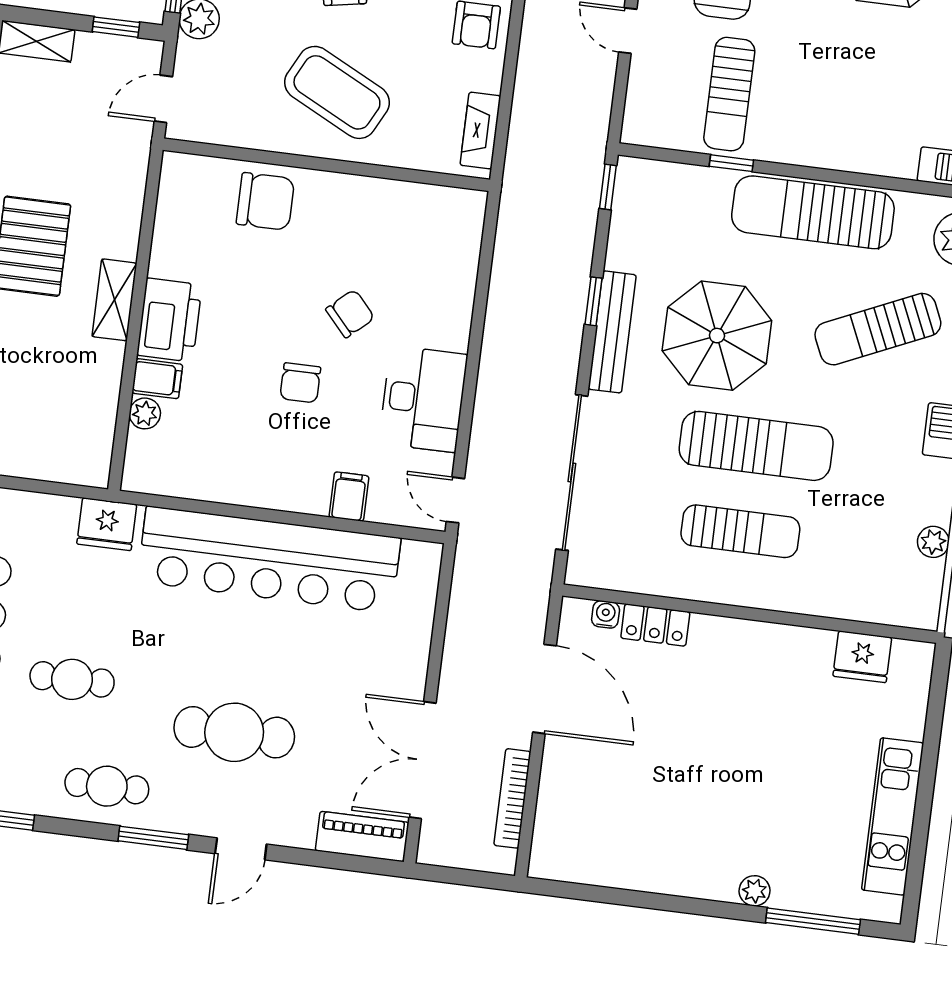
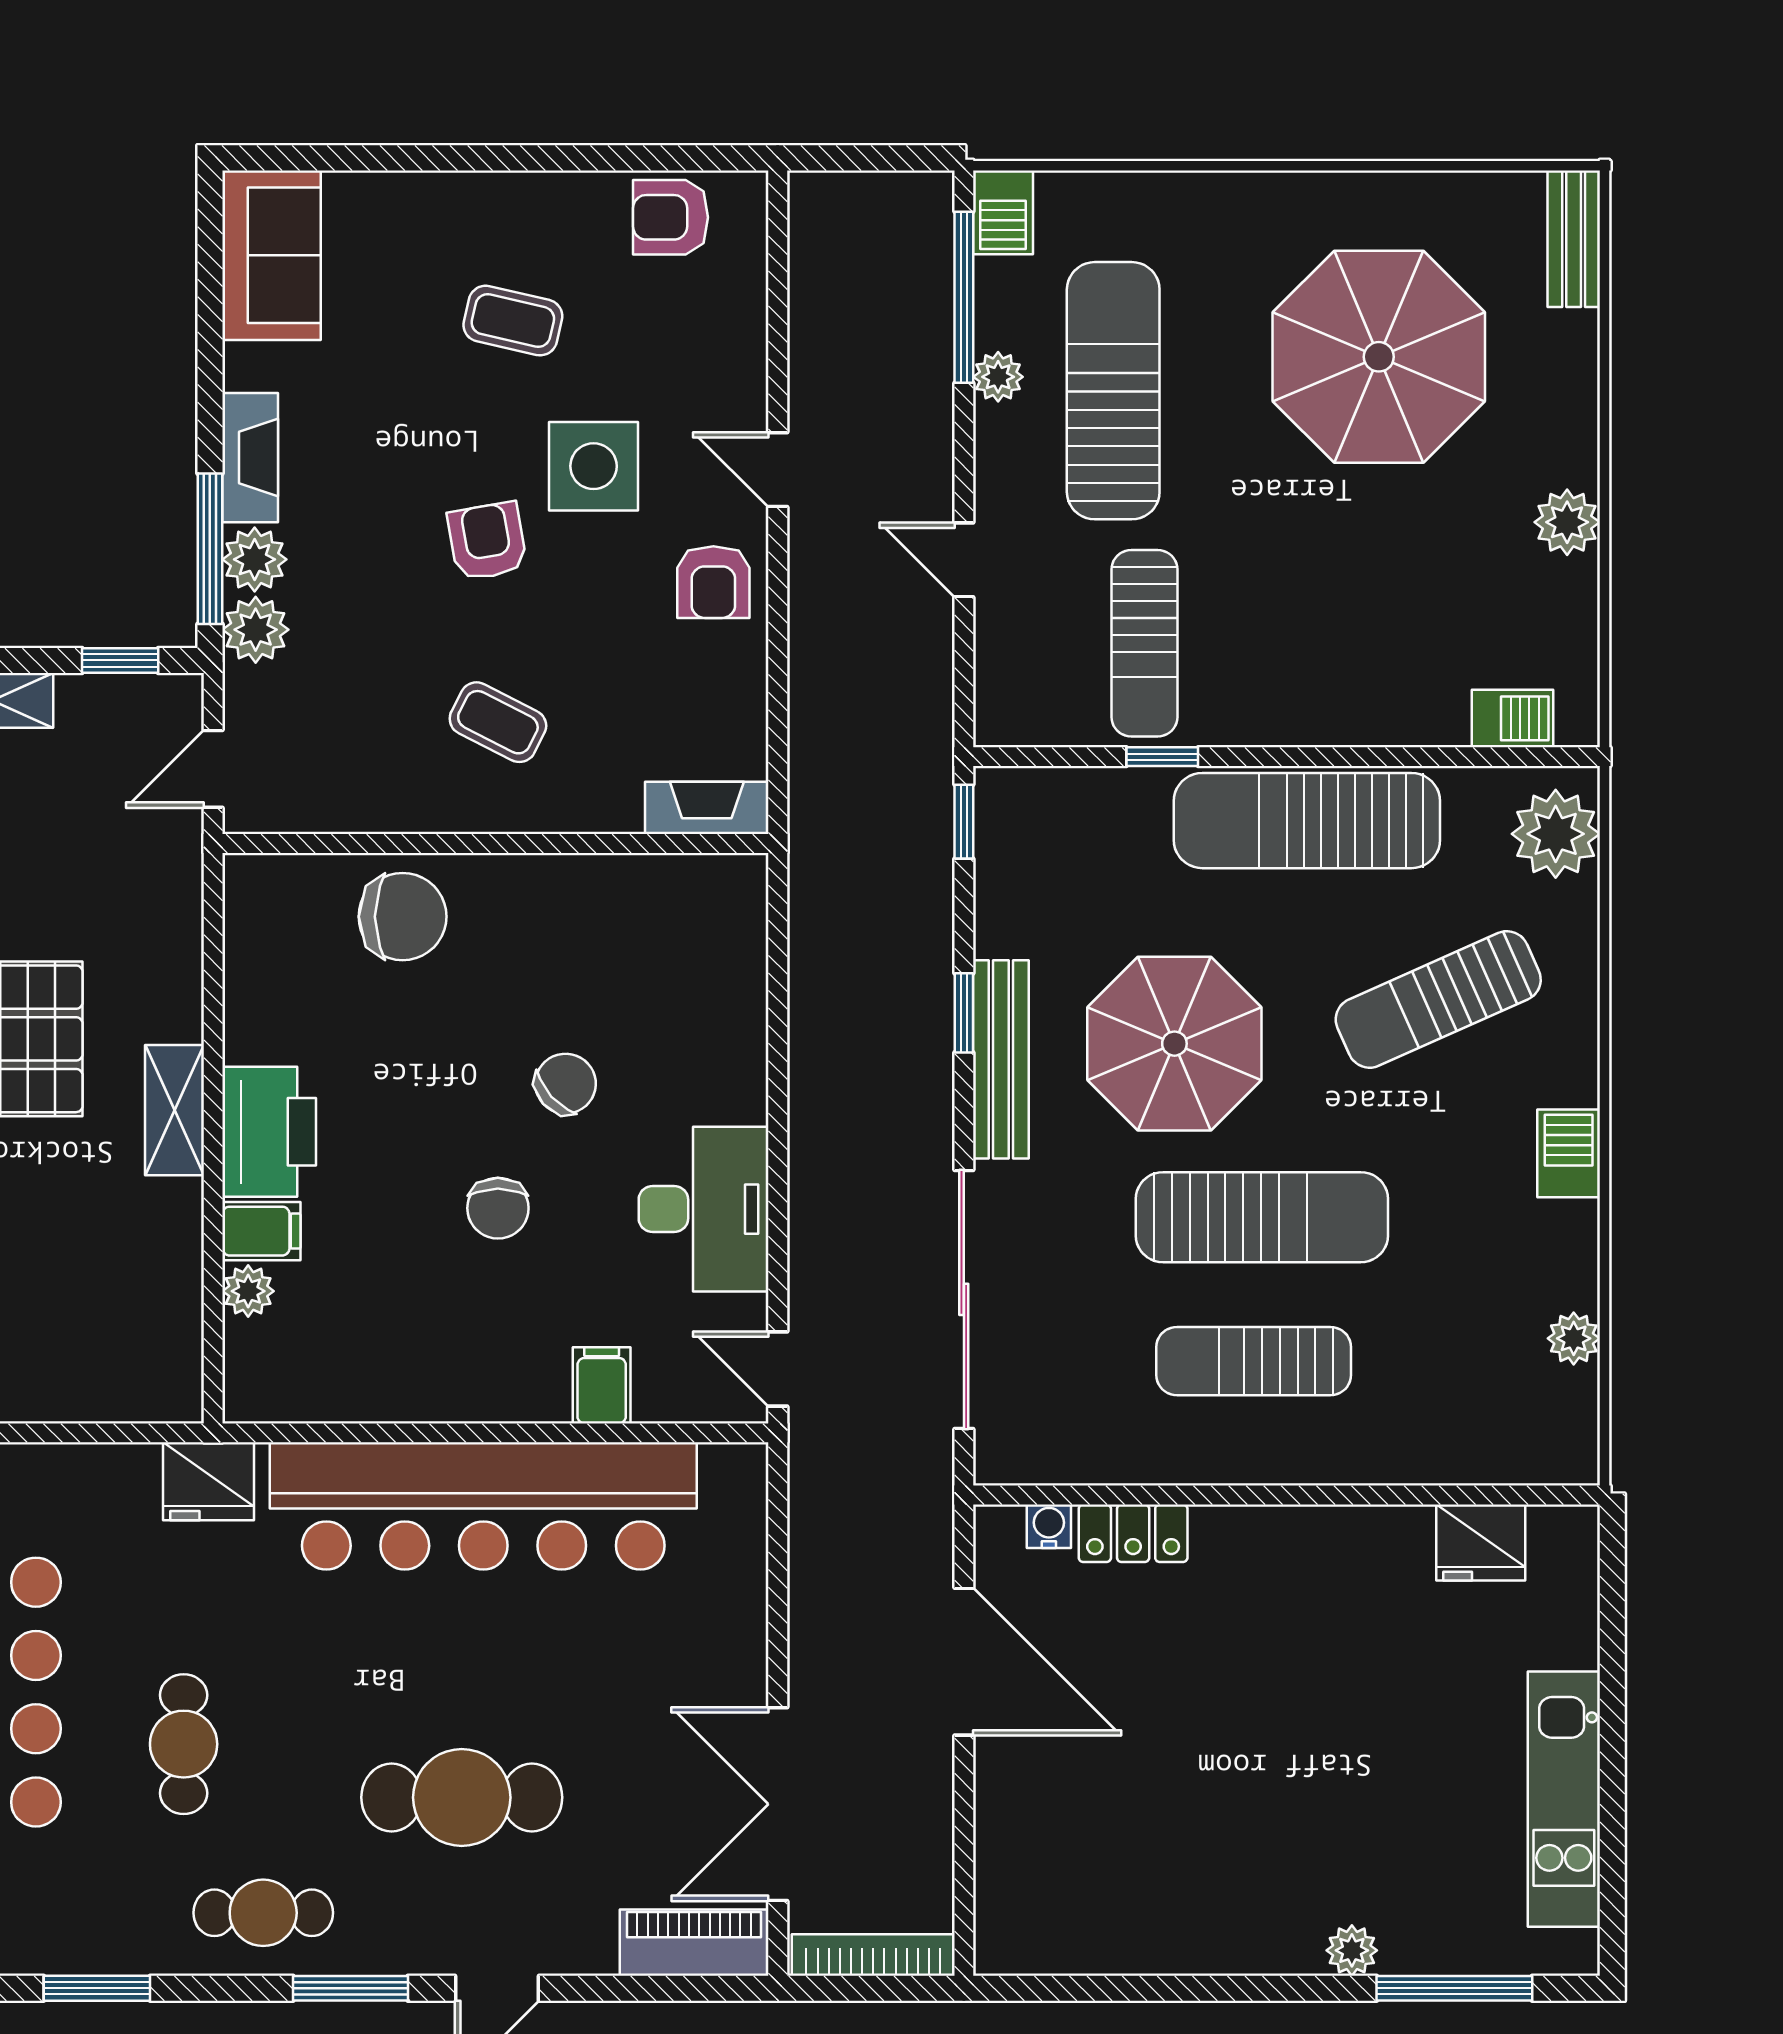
coffee table: (337, 92) -> (498, 722), width x0.54, depth x0.58
fireplace: (480, 131) -> (707, 808), moved, turned 90
sun lounger: (740, 531) -> (1254, 1361), turned 180
cafe table: (72, 679) -> (184, 1744), turned 90
bookcase: (512, 798) -> (873, 1955), moved, turned 90

